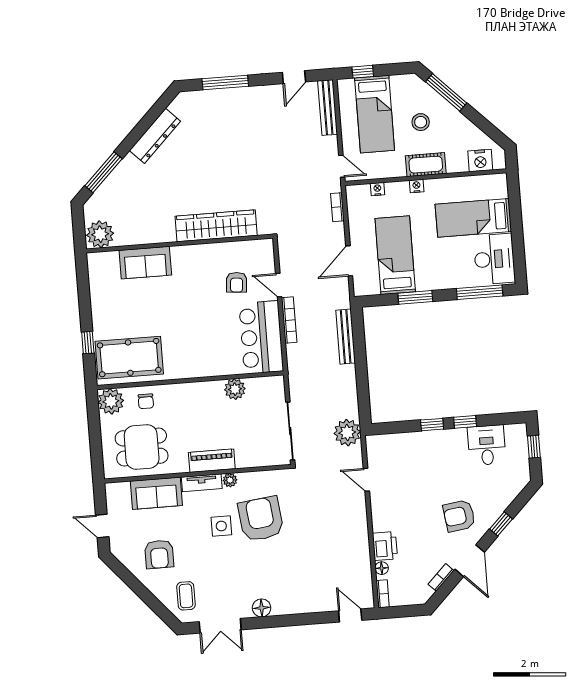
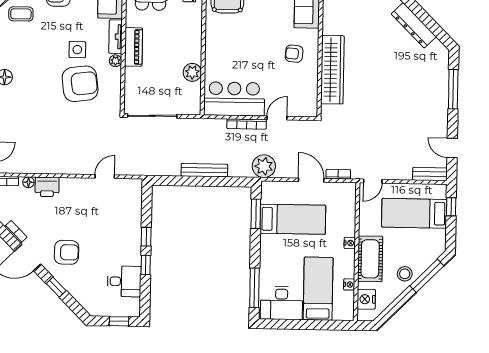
bench: (328, 108) -> (430, 174), width x0.73
stool: (421, 122) -> (405, 274), moved
cot: (426, 165) -> (370, 259), width x1.37, depth x1.34
nightstand: (377, 189) -> (349, 284), moved
door: (349, 261) -> (311, 180), moved
armchair: (237, 282) -> (294, 54), moved
window: (415, 297) -> (256, 214), moved
bench: (346, 337) -> (204, 170), moved
plant: (347, 433) -> (264, 166), moved
armchair: (459, 516) -> (67, 252), turned 99

